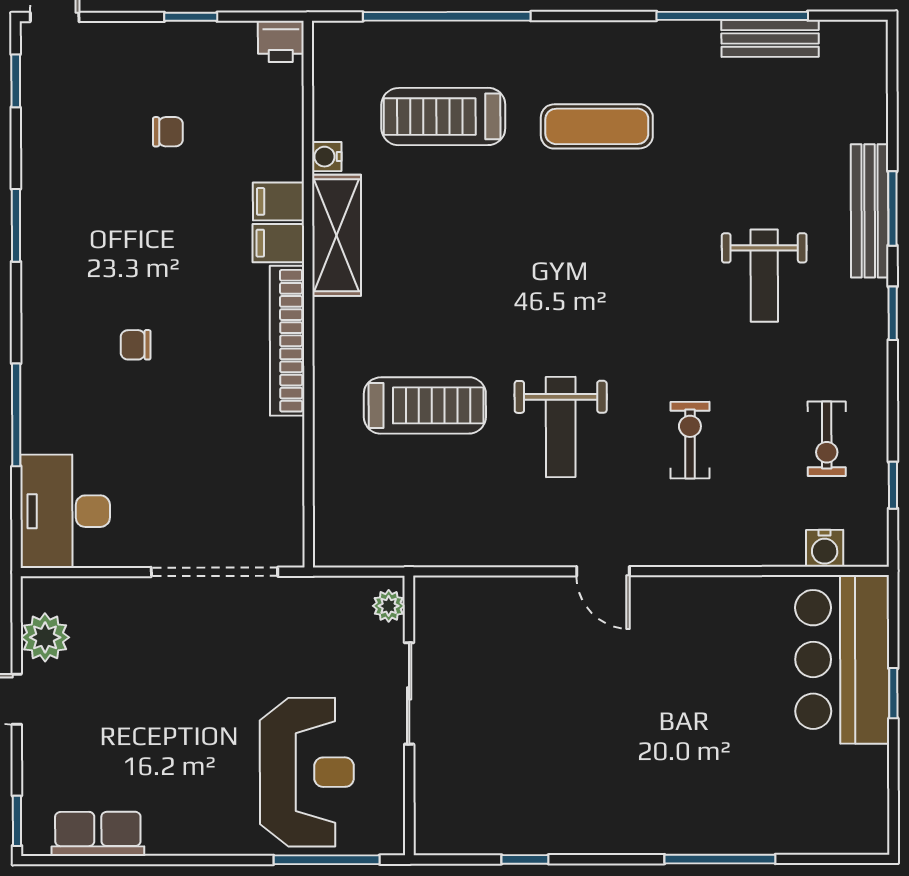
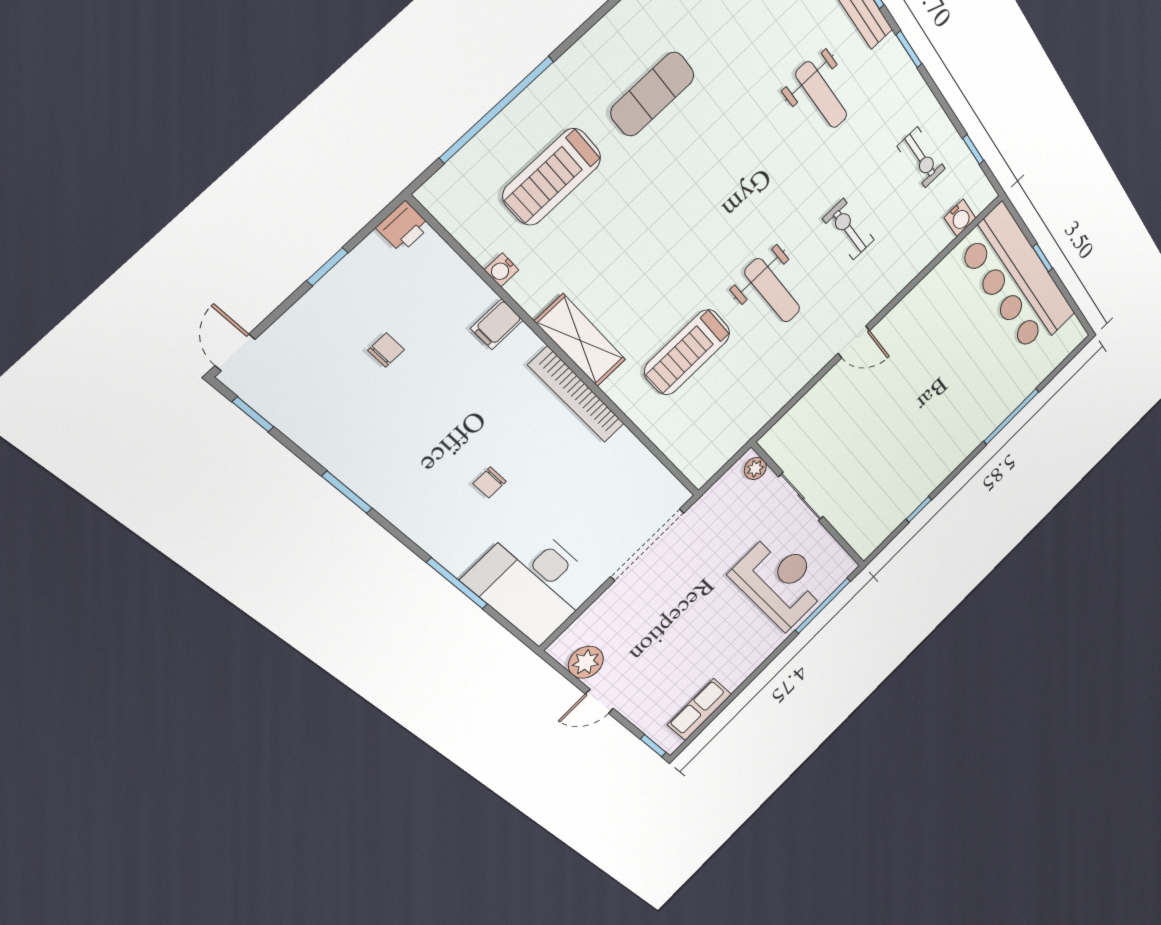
shelving: (337, 235) -> (580, 341), moved
filing cabinet: (278, 243) -> (520, 348), removed
treadmill: (425, 405) -> (687, 352), turned 180
desk: (65, 511) -> (533, 583), width x1.36, depth x1.30
bar counter: (842, 659) -> (1017, 281), width x1.36

